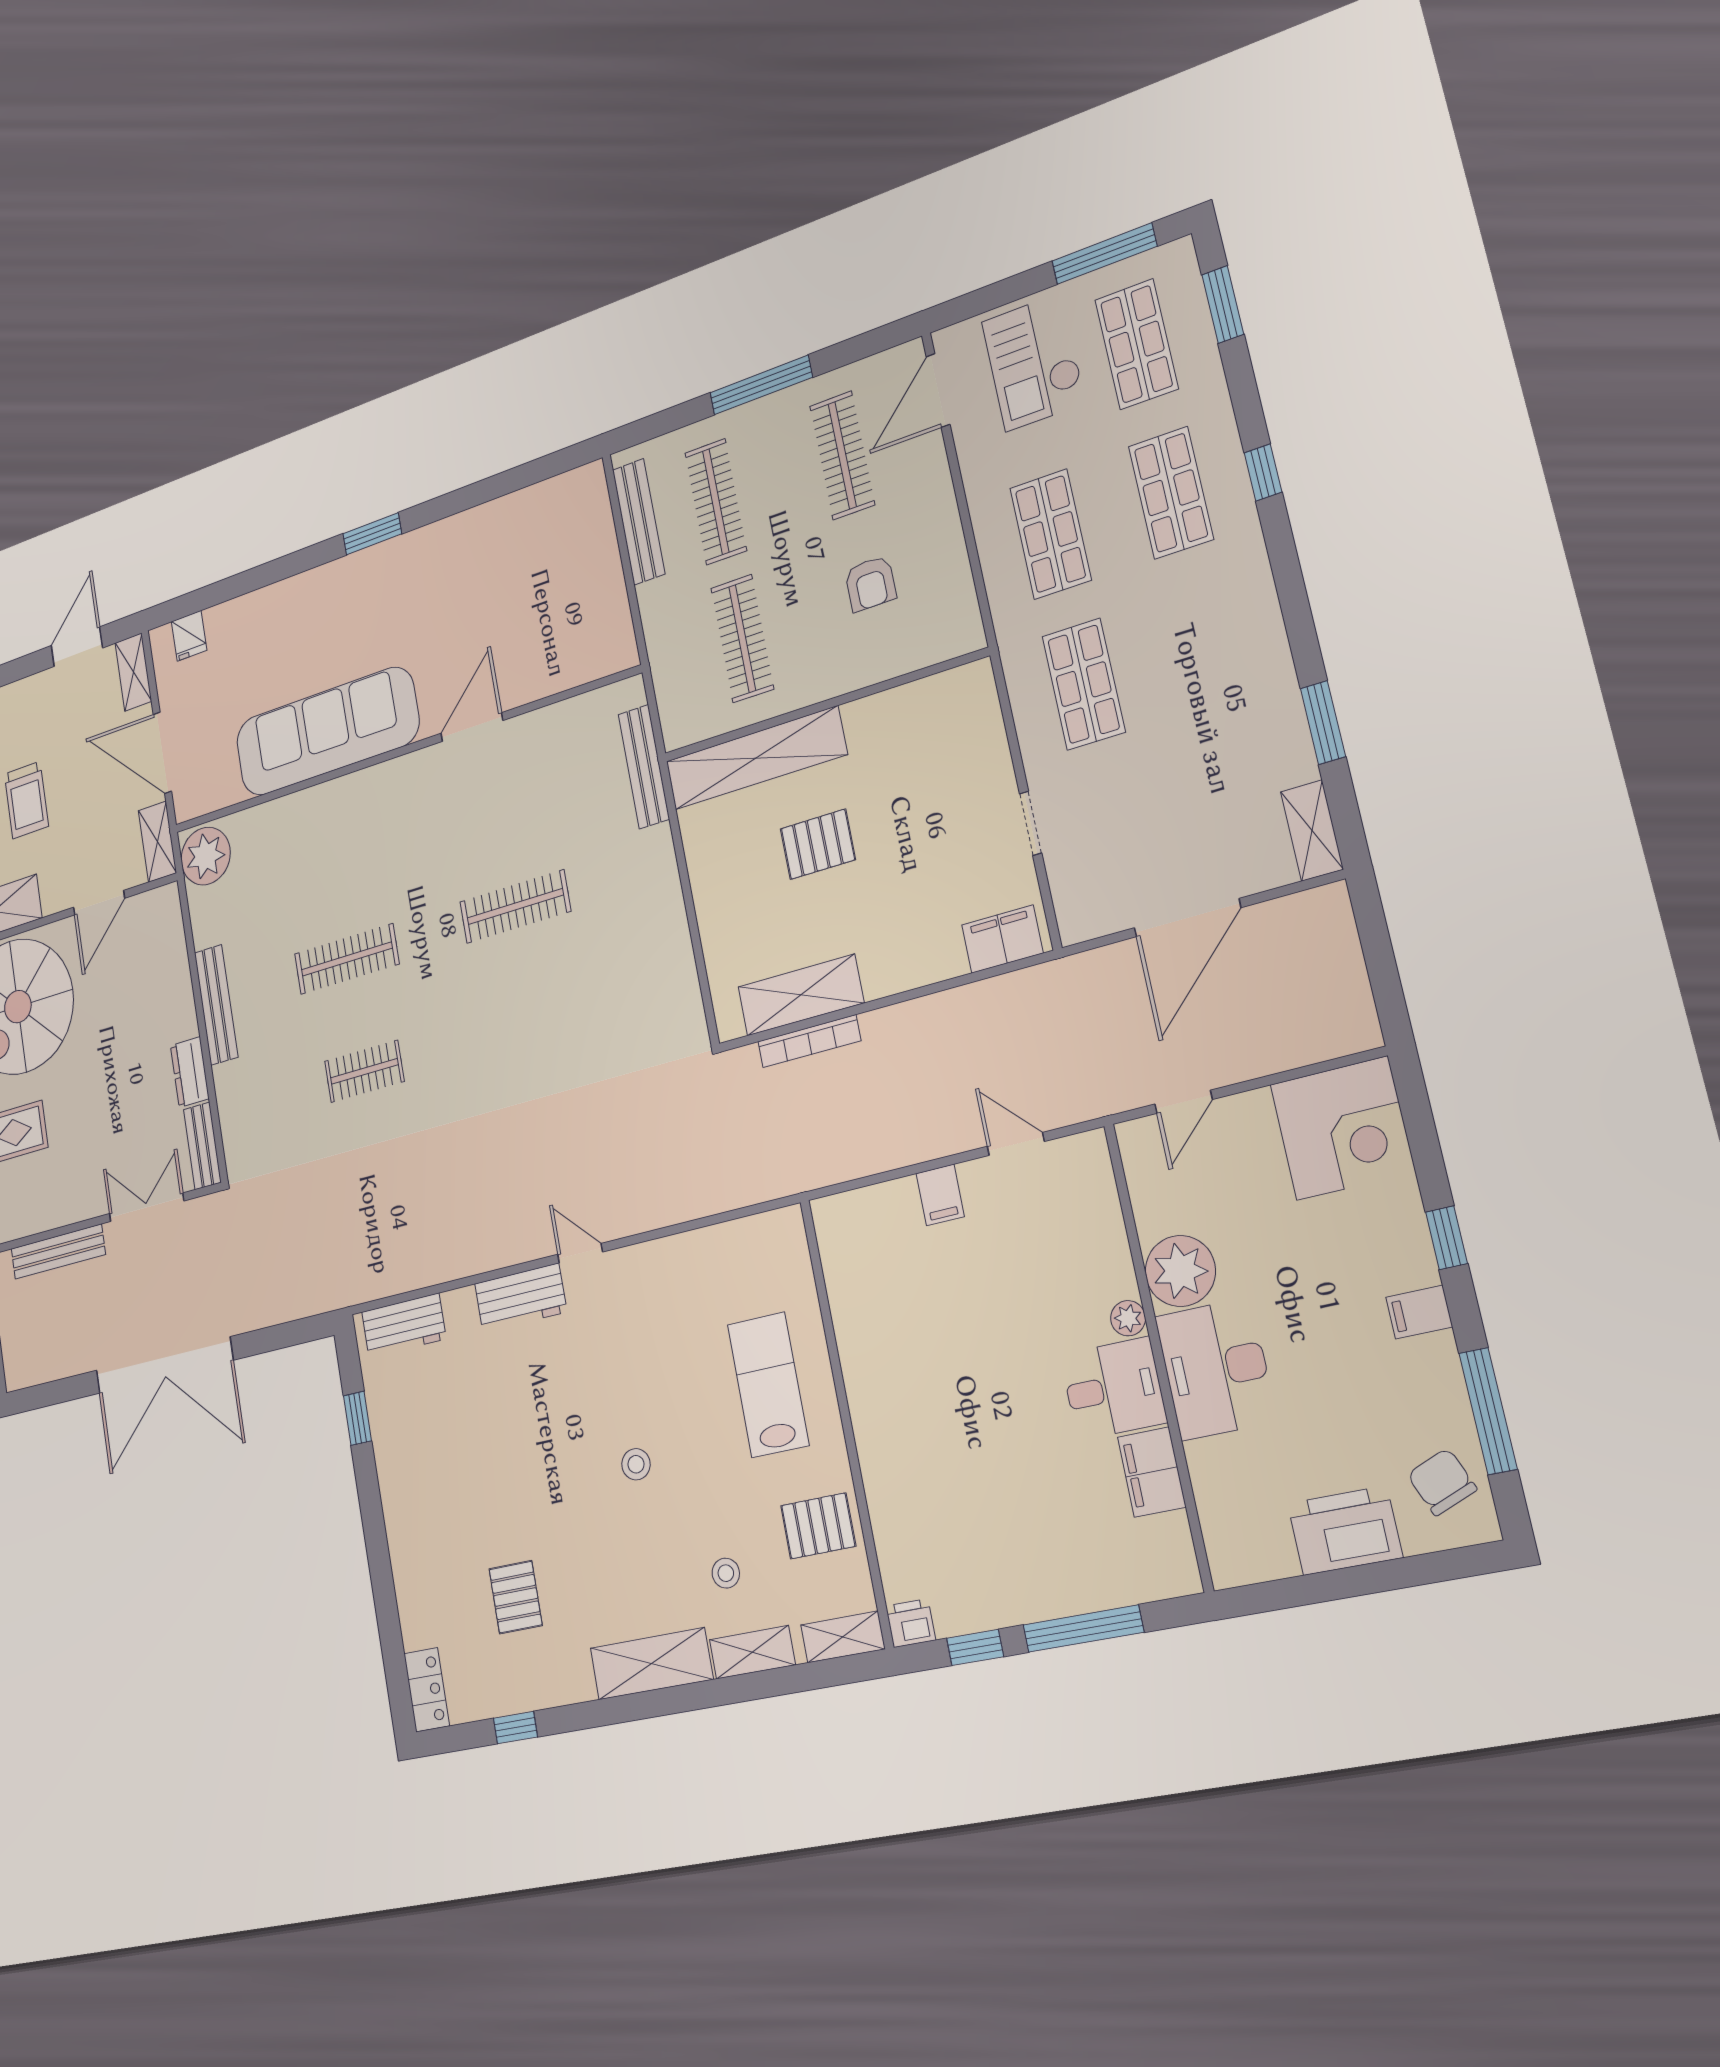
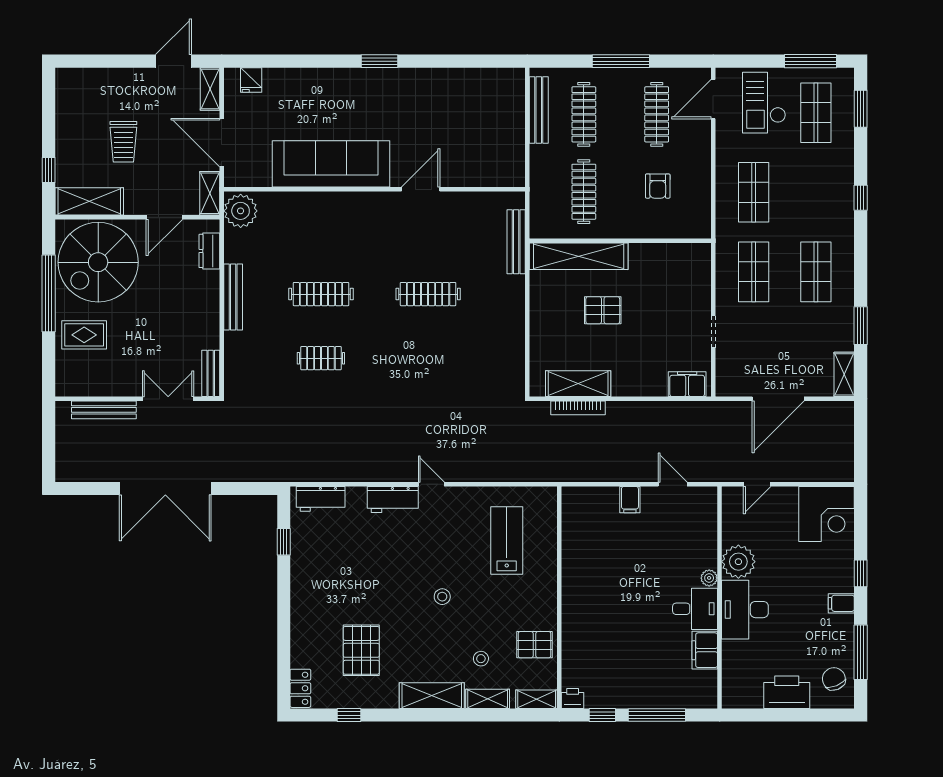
shop shelf: (1171, 493) -> (816, 272), moved
dresser: (190, 1072) -> (209, 251), moved
lab bench: (768, 1385) -> (507, 540), moved
pallet: (516, 1597) -> (361, 650), width x1.50, depth x1.42

